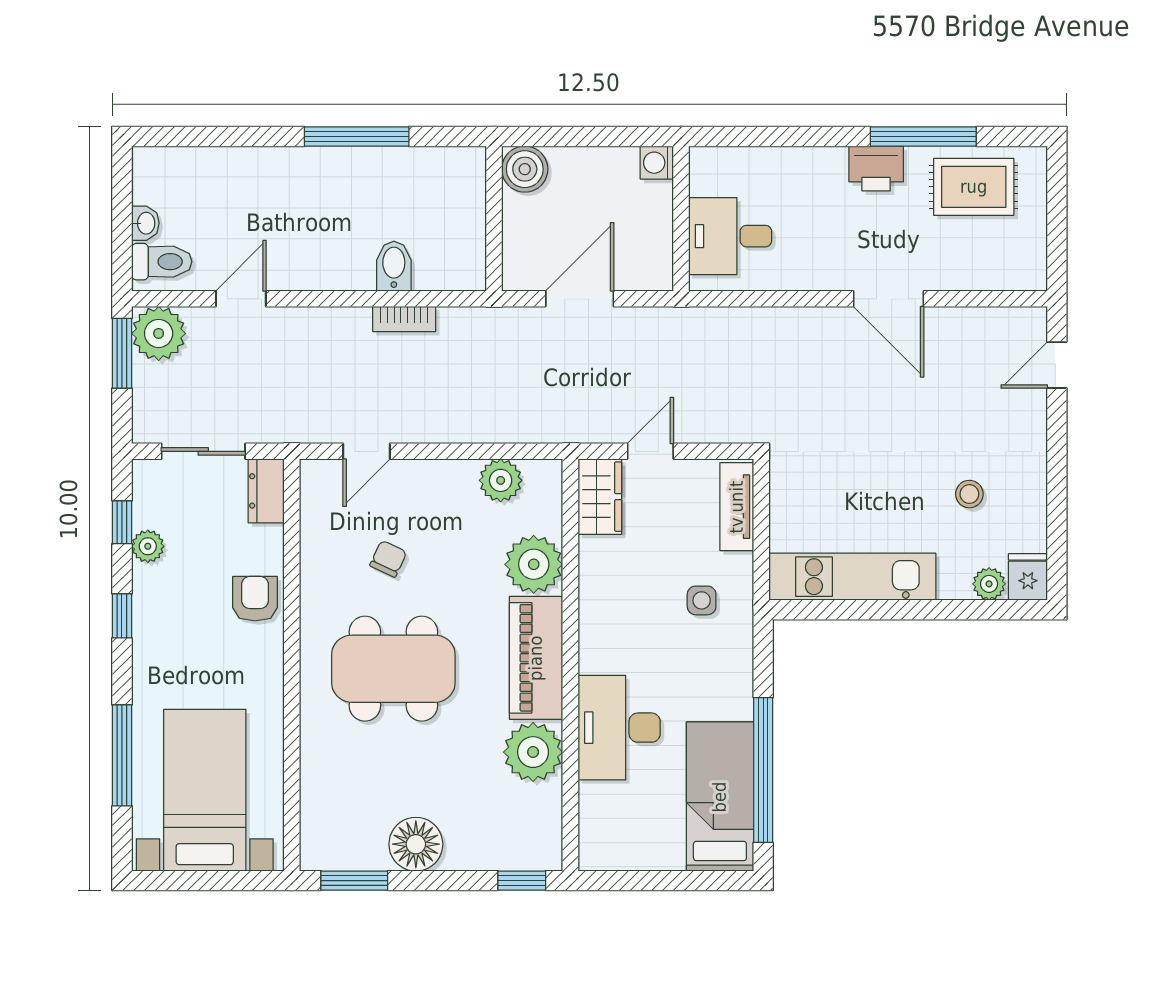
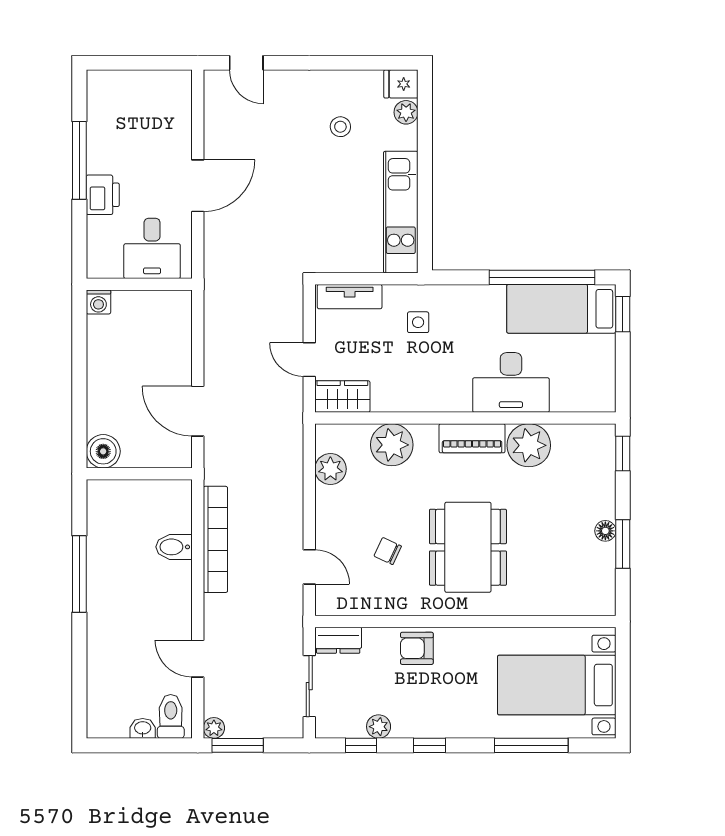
washing machine: (657, 163) -> (98, 302), moved
rug: (974, 187) -> (116, 124), removed
wall: (681, 219) -> (139, 284), moved
desk: (730, 236) -> (152, 248), moved
bookcase: (404, 319) -> (215, 539), width x2.31, depth x1.31
plant: (159, 333) -> (214, 728), width x0.53, depth x0.53
piano: (536, 658) -> (472, 438), width x0.73, depth x0.75
floor lamp: (416, 844) -> (605, 531), width x0.53, depth x0.53
window: (354, 881) -> (623, 544), moved
window: (713, 881) -> (623, 314), added

